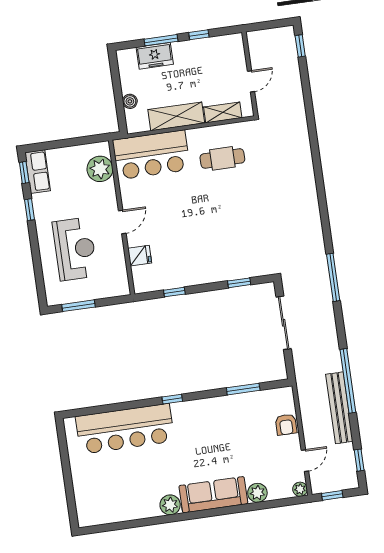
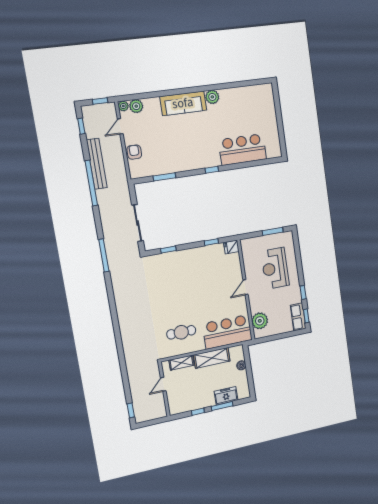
fridge: (140, 256) -> (231, 247), moved
bar counter: (125, 429) -> (243, 150), width x0.73
plant: (257, 493) -> (136, 106), moved

